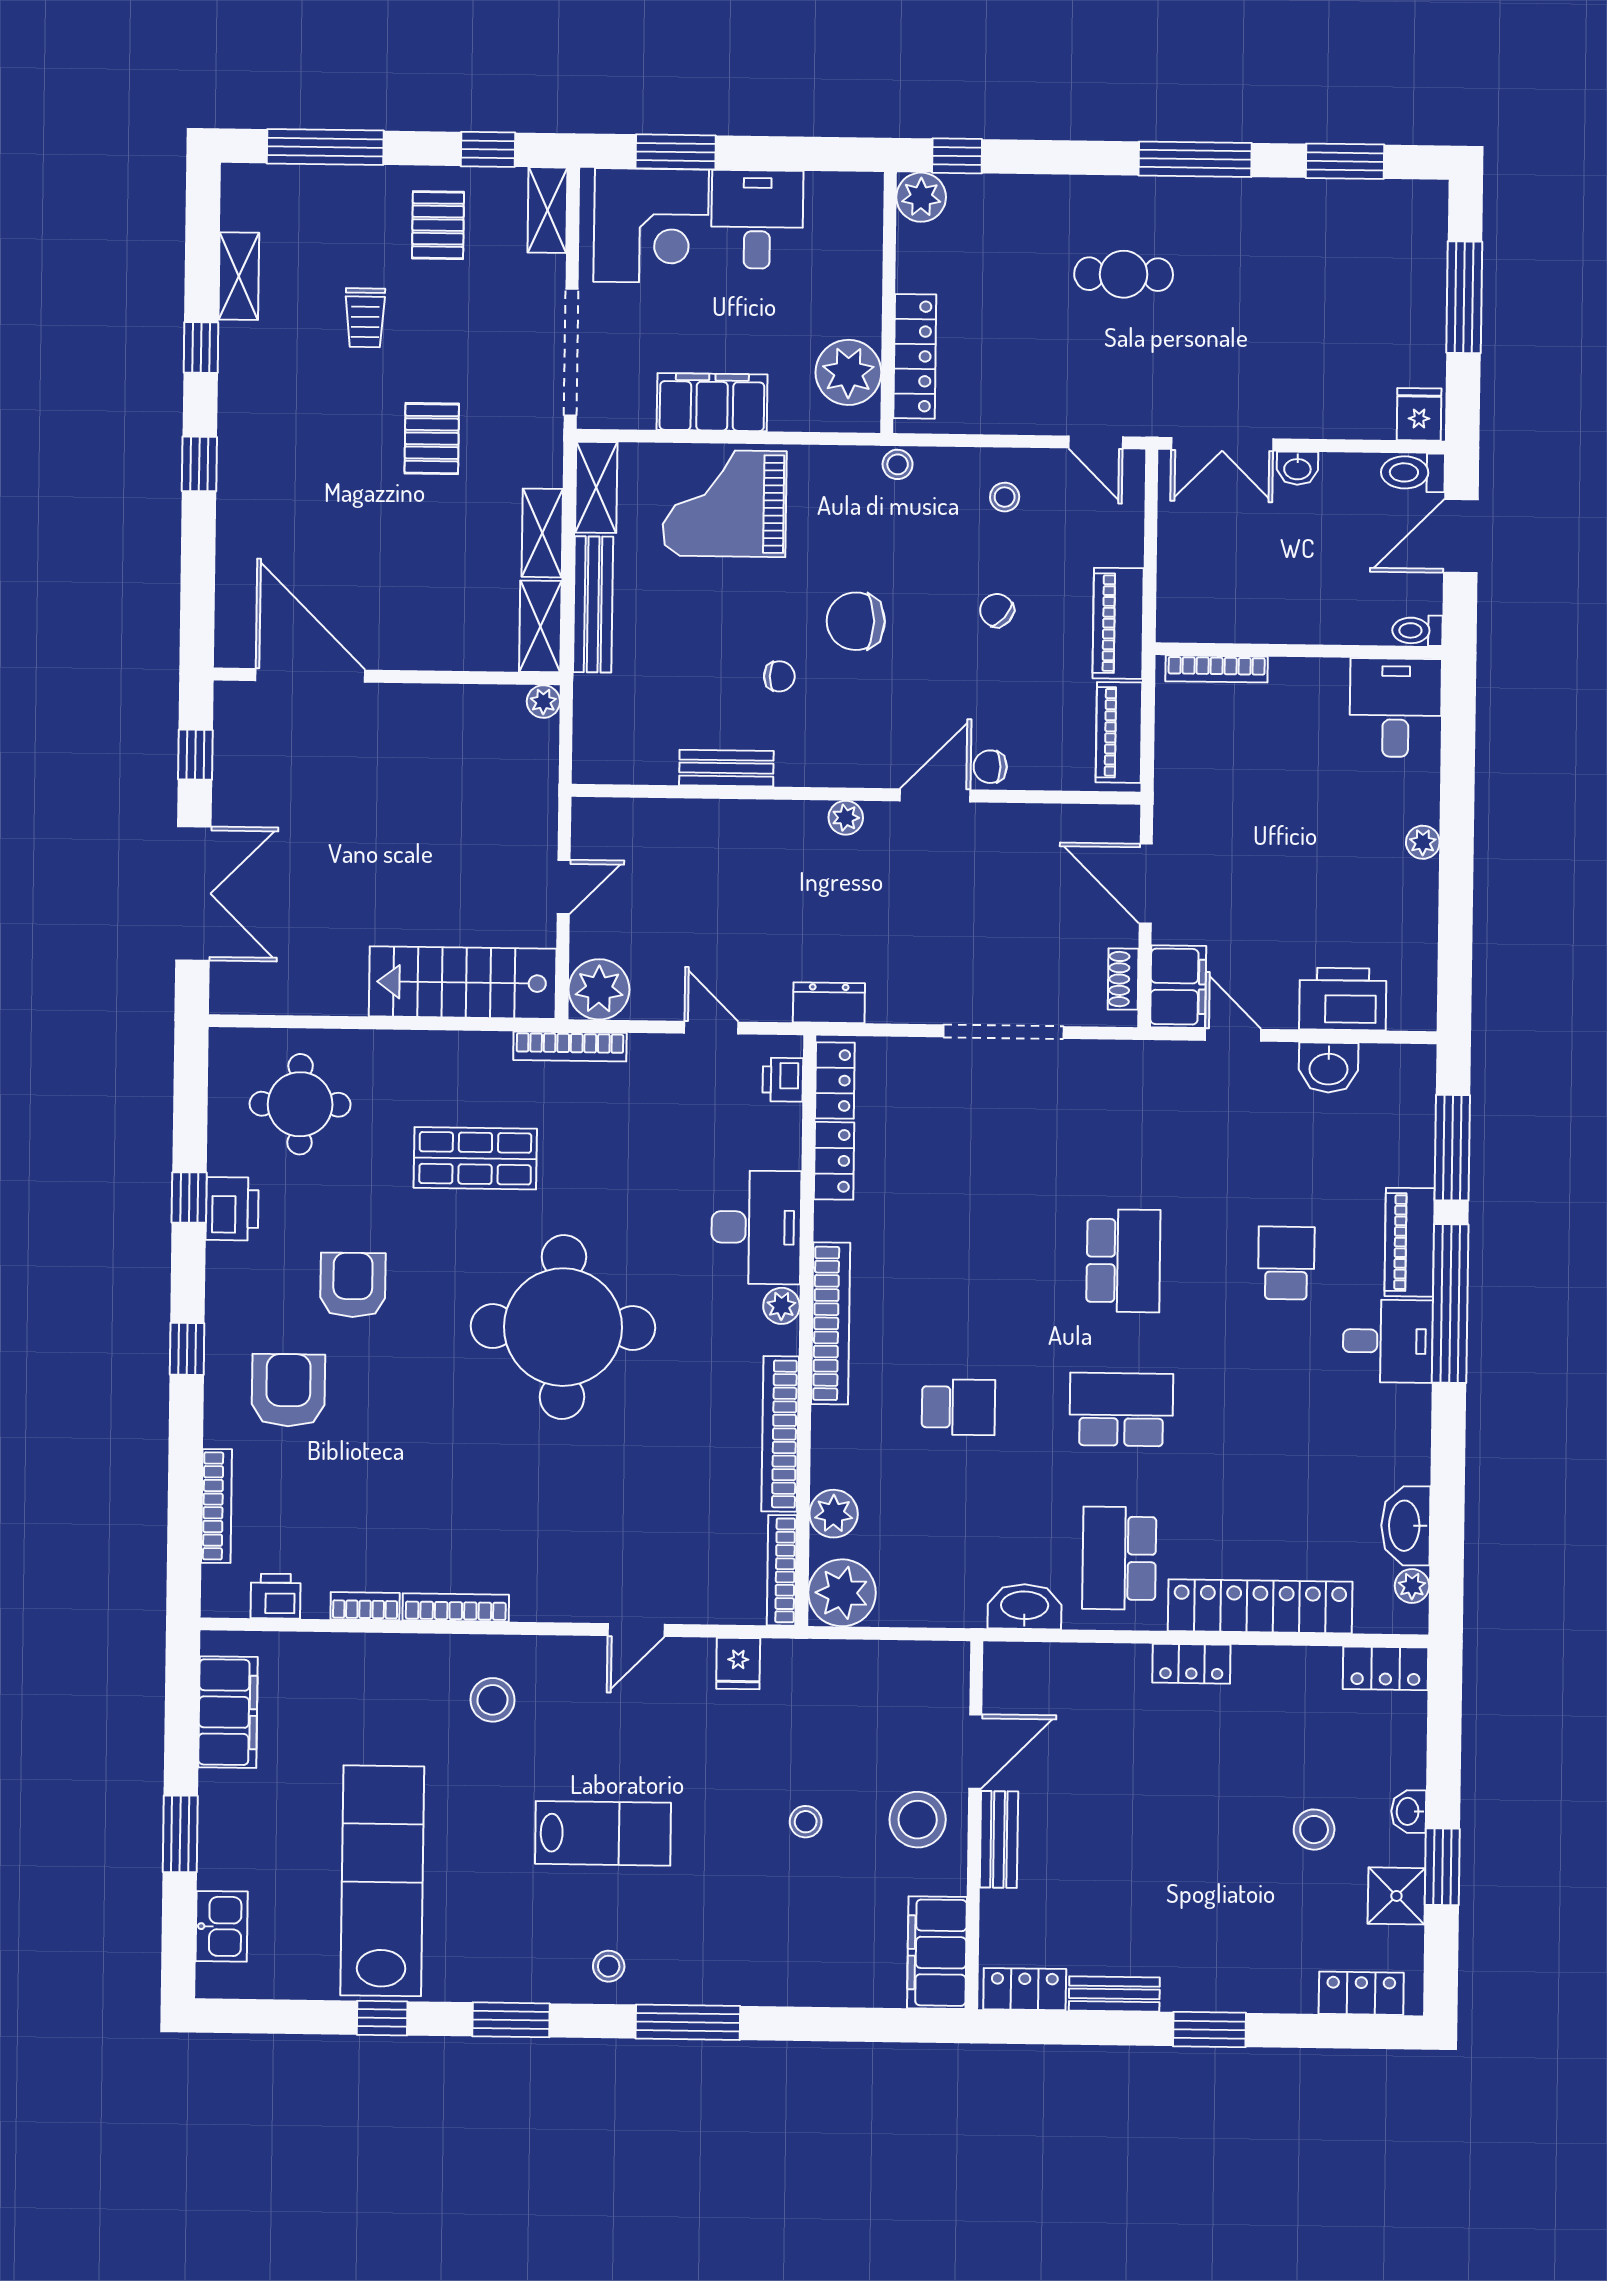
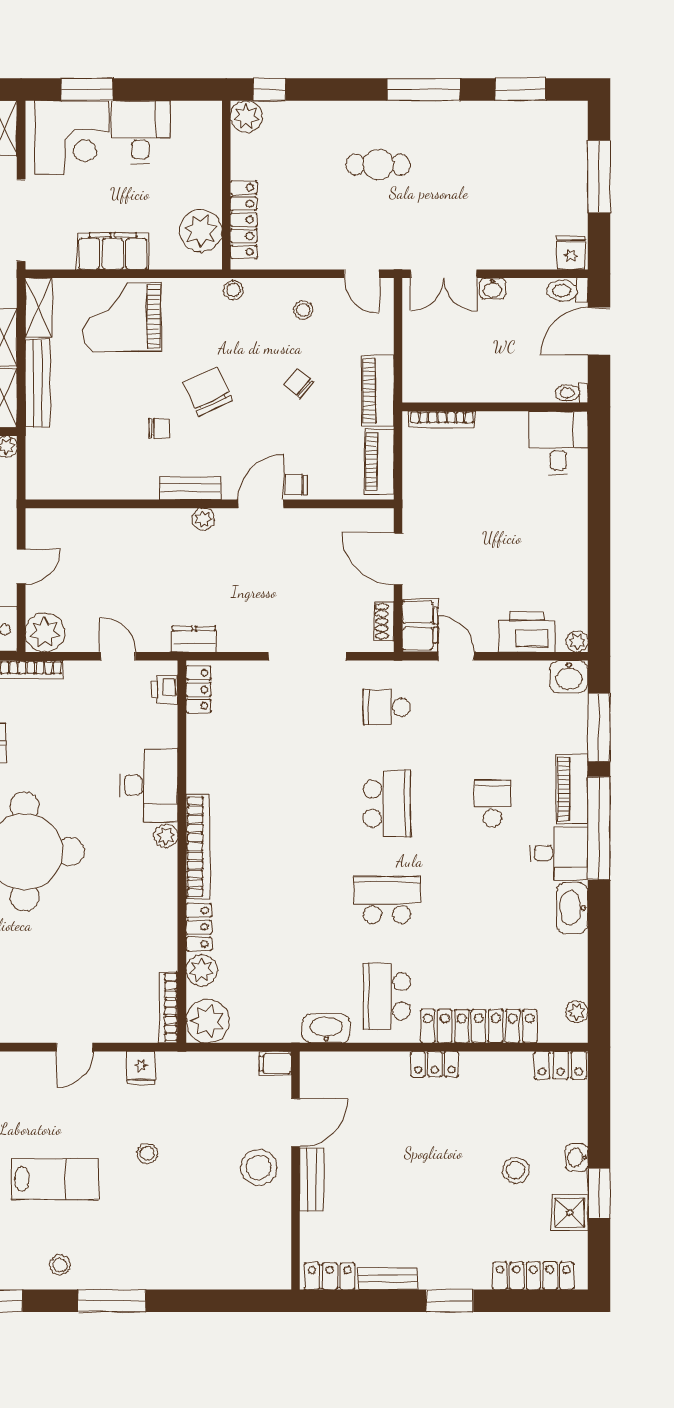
chair: (856, 621) -> (208, 392), turned 65
bench: (726, 768) -> (190, 488), moved
plant: (1423, 842) -> (577, 641), moved
washbasin: (1328, 1068) -> (569, 677), moved
locker: (834, 1161) -> (199, 927), moved
school desk: (958, 1407) -> (387, 707), moved, turned 180
bookcase: (780, 1434) -> (166, 919), removed
washbasin: (1406, 1526) -> (572, 908), moved
stool: (806, 1822) -> (147, 1153), moved
filing cabinet: (937, 1953) -> (275, 1063), moved, width x0.33, depth x0.86
locker: (1361, 1993) -> (533, 1276), width x1.53

